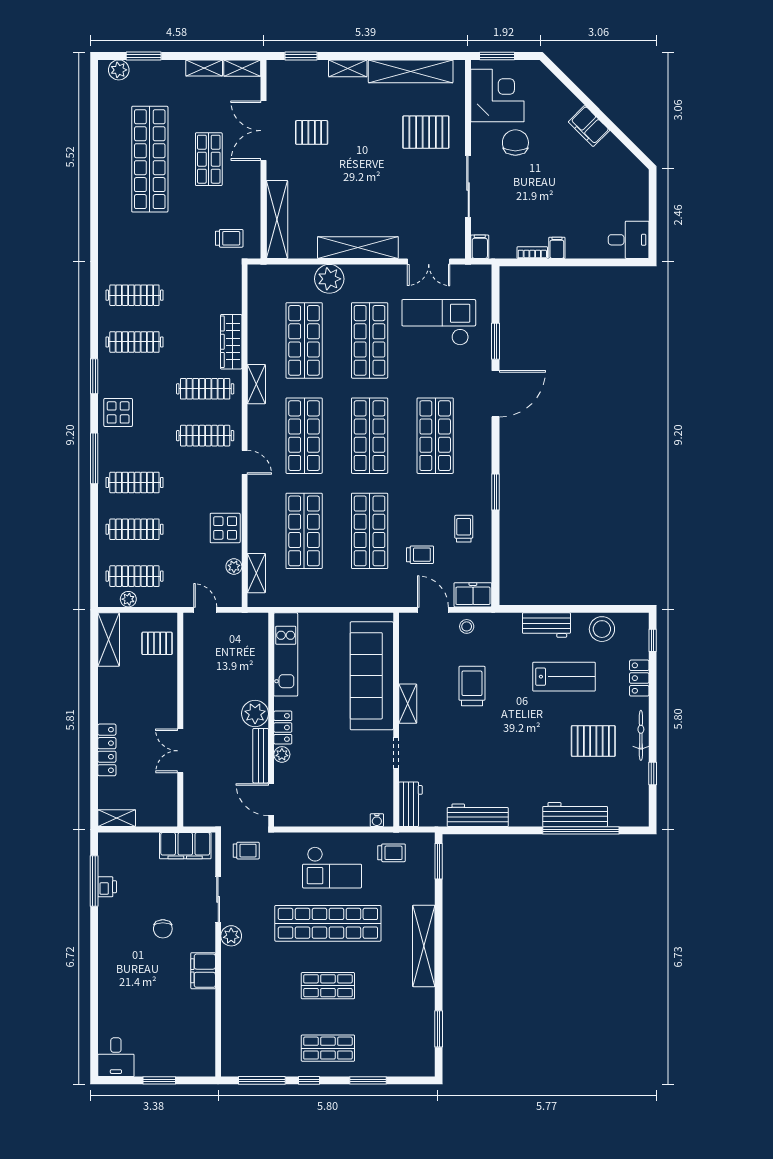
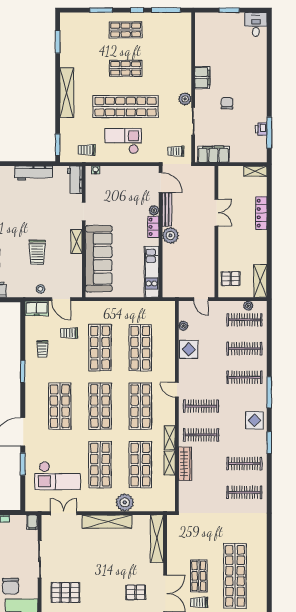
trolley: (229, 238) -> (199, 602), moved
shelving: (256, 573) -> (170, 463), moved

